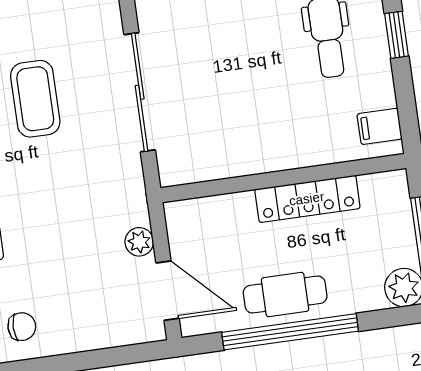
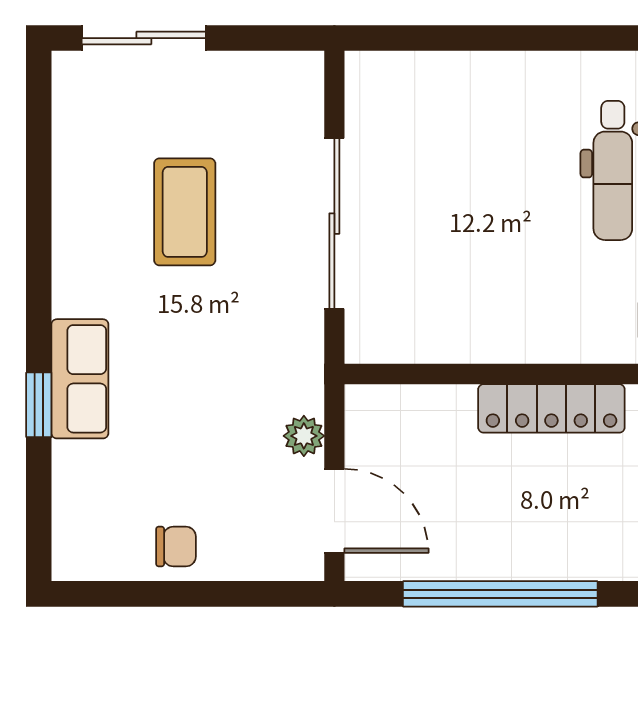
cafe table: (285, 294) -> (501, 540), removed
chair: (22, 327) -> (176, 547), moved

